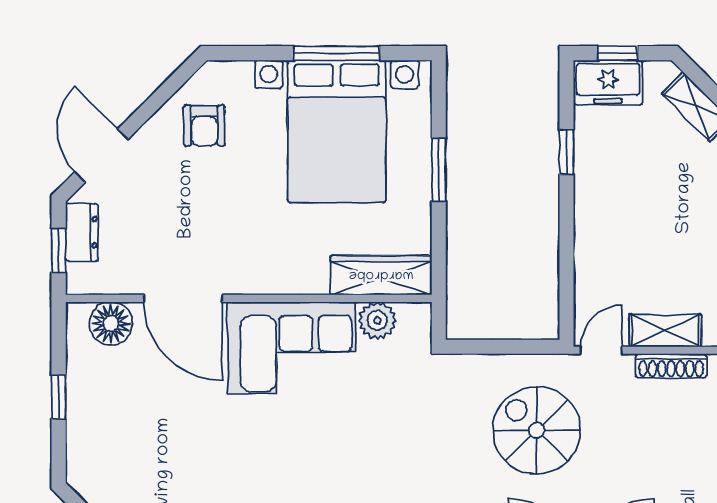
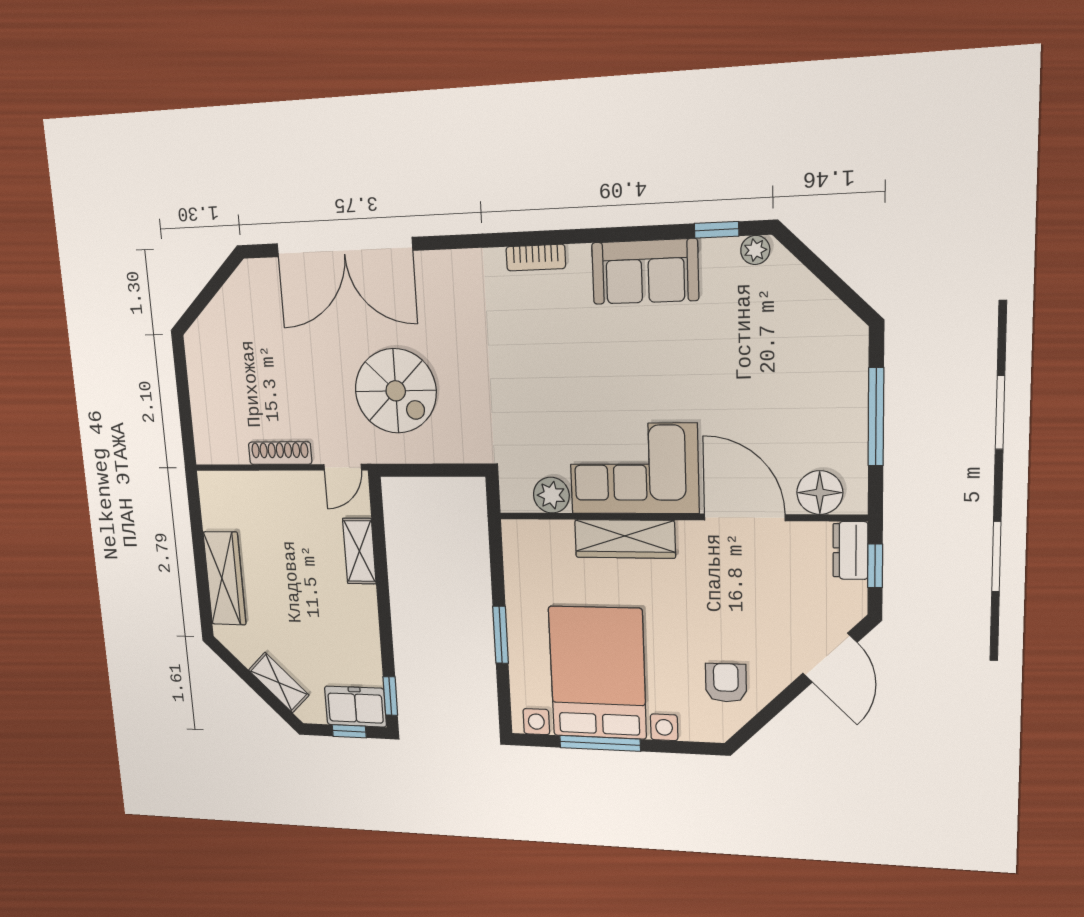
window: (567, 152) -> (390, 696), moved
dresser: (82, 232) -> (850, 550), moved
wardrobe: (381, 275) -> (625, 539), moved
shelving: (665, 331) -> (359, 551), moved, turned 90
window: (59, 397) -> (876, 417), width x2.17

